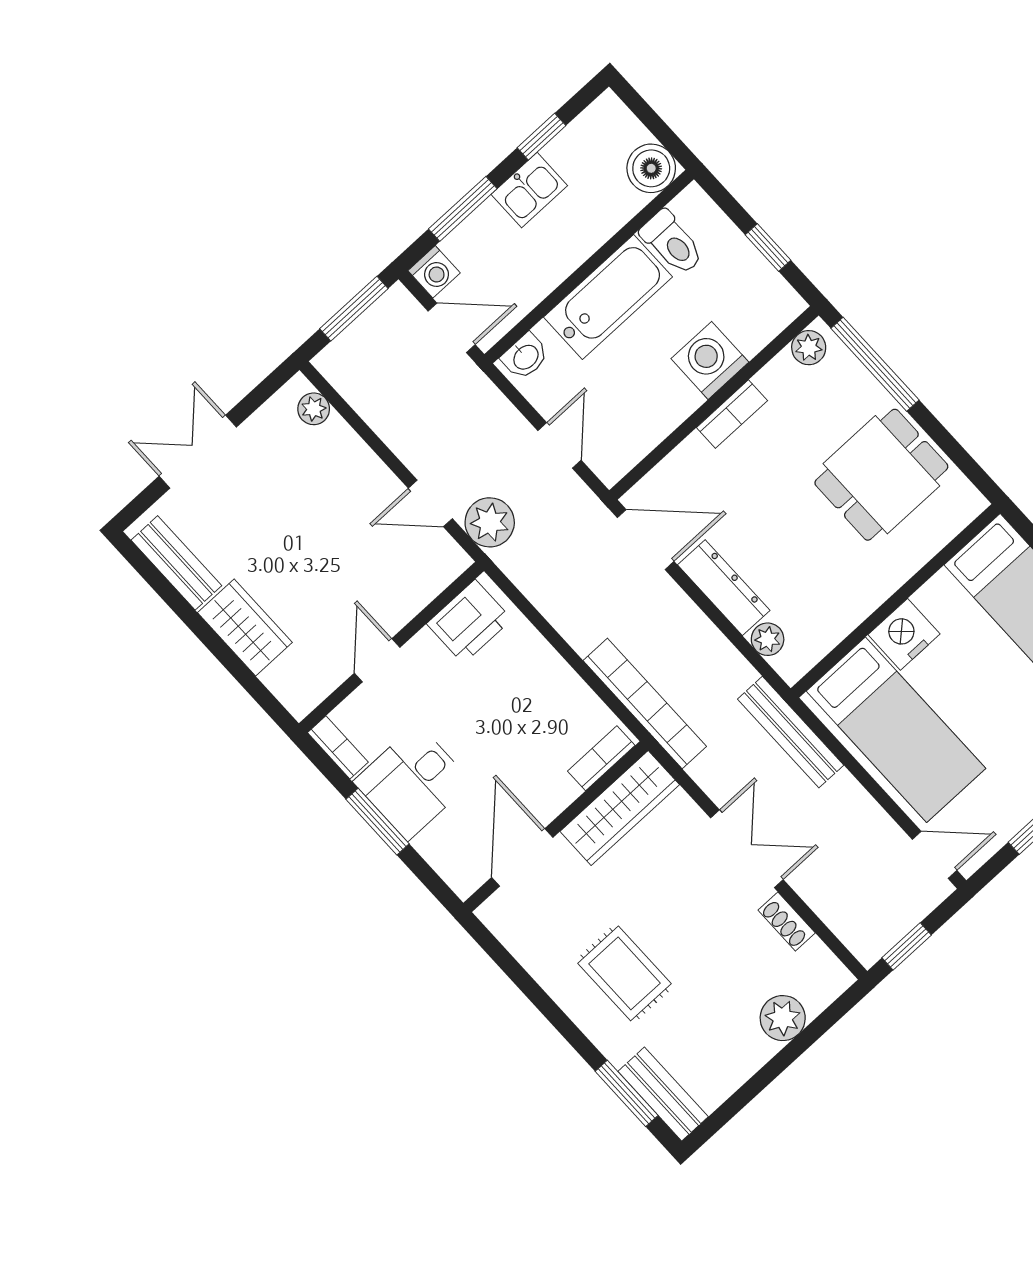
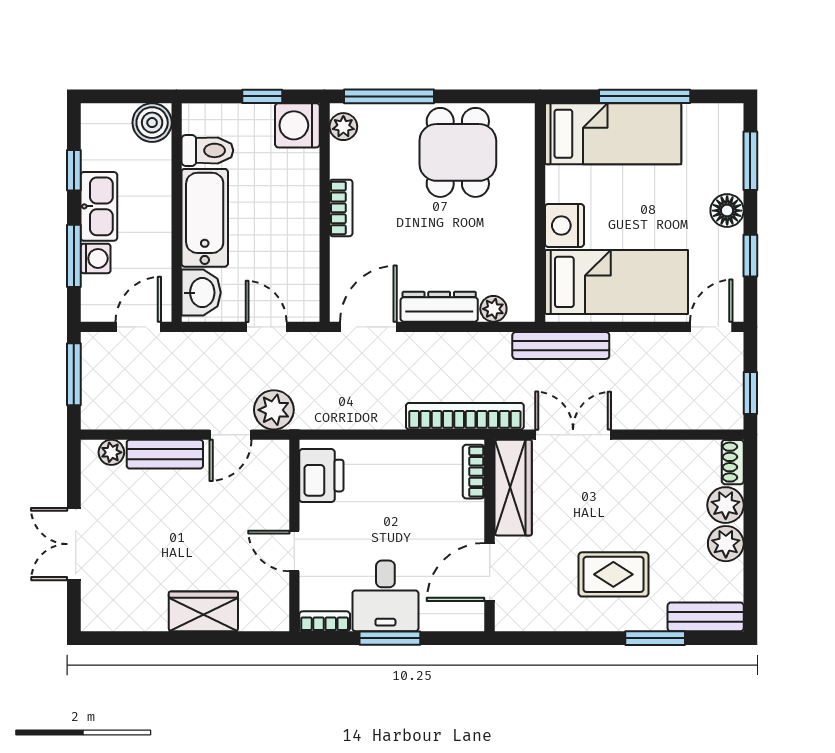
kitchen sink: (529, 190) -> (99, 206), width x1.38
washing machine: (434, 272) -> (96, 258), moved
washbasin: (525, 356) -> (201, 293), width x1.38, depth x1.45
washing machine: (710, 360) -> (297, 125), moved
bench: (176, 563) -> (165, 454), moved
double door: (747, 849) -> (573, 435), moved
door: (522, 857) -> (490, 572), hinge flipped
shoe rack: (787, 922) -> (733, 462), moved, turned 90
plant: (747, 1051) -> (726, 544), added
window: (627, 1093) -> (655, 638), moved

